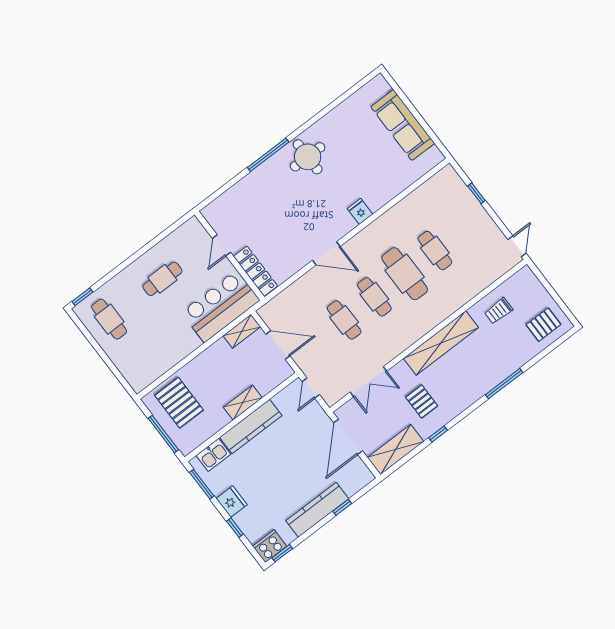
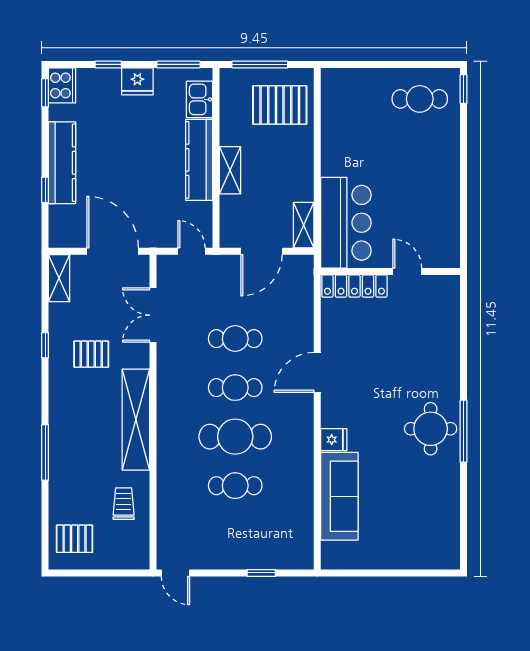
sofa: (403, 125) -> (339, 496), moved, turned 90
window: (268, 155) -> (464, 431), moved
cafe table: (162, 279) -> (419, 185), removed
pallet: (543, 325) -> (75, 539), turned 90
shelving: (396, 449) -> (59, 278), width x0.67, depth x0.75

